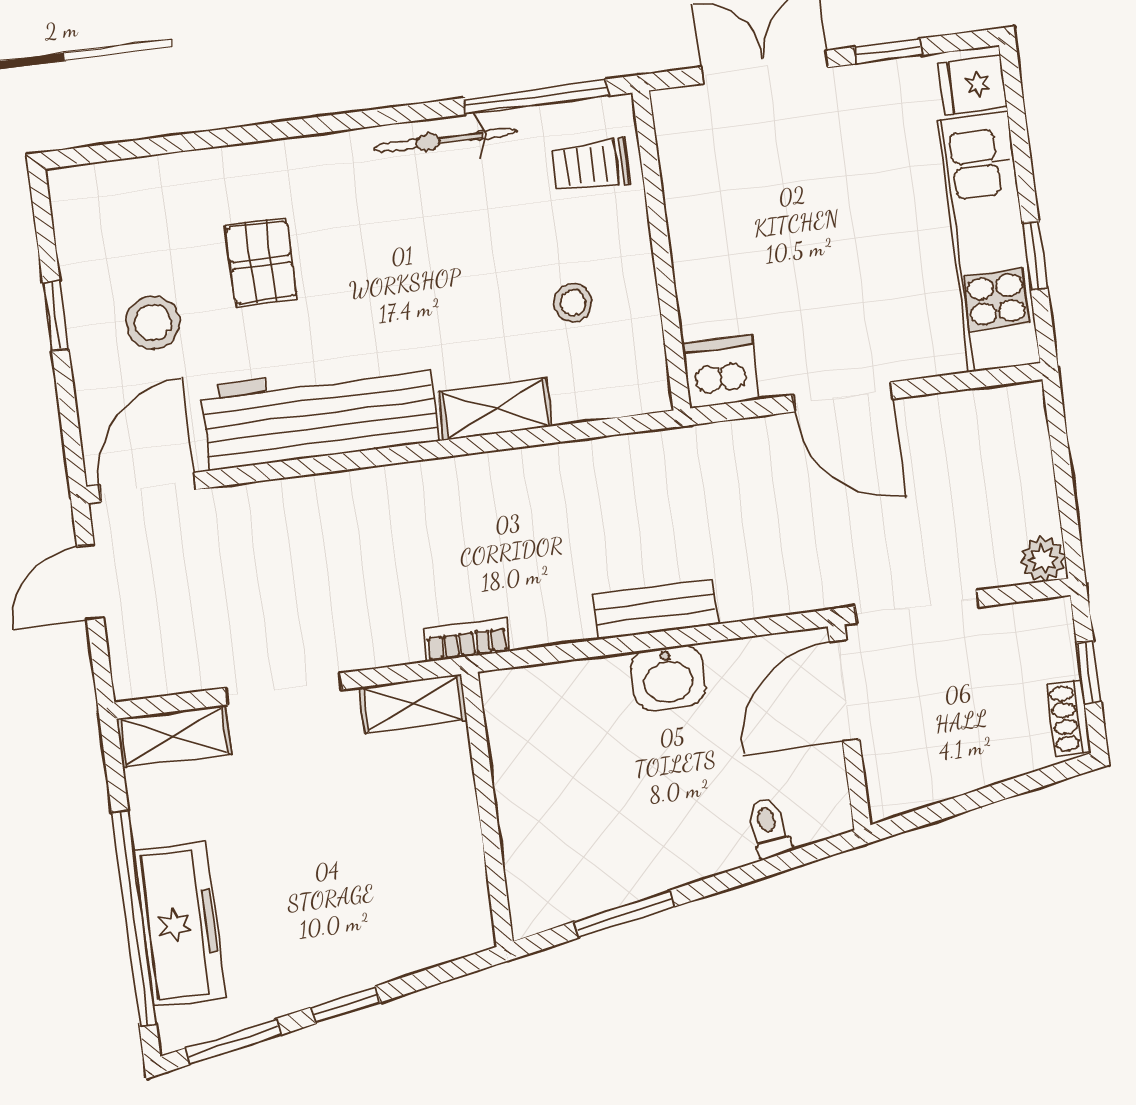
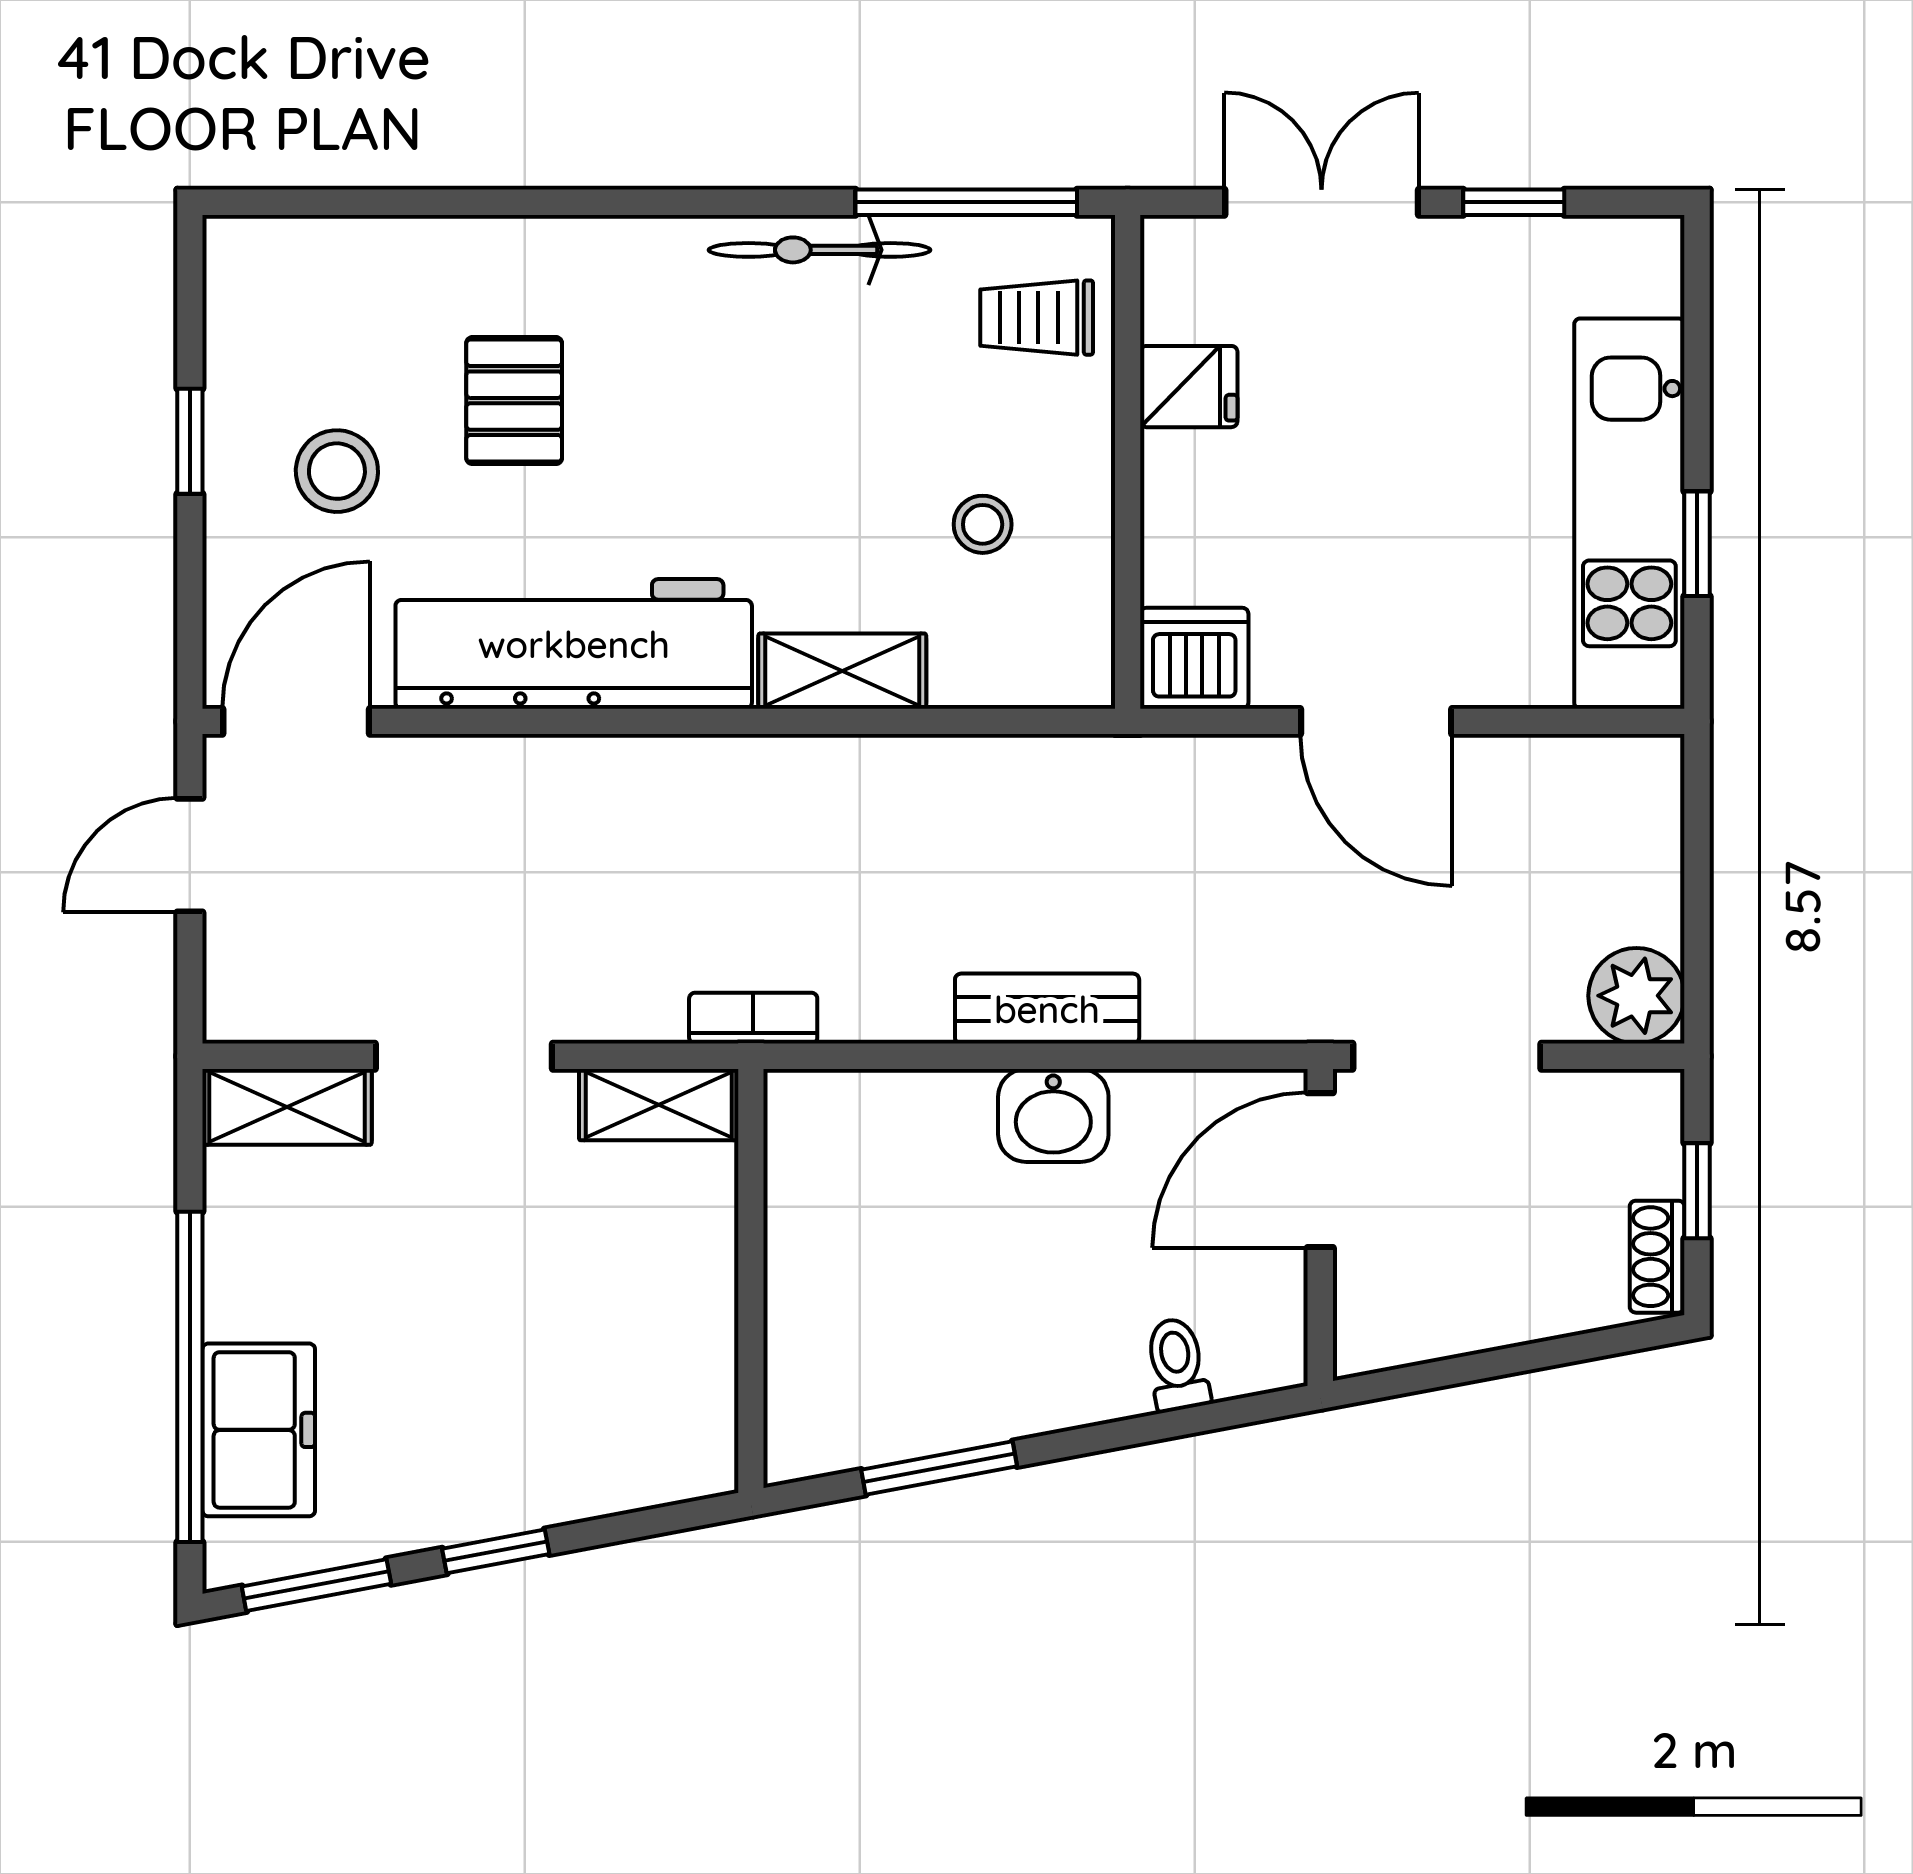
fridge: (973, 85) -> (1189, 387), moved, turned 180
plant: (1043, 559) -> (1636, 996), width x1.38, depth x1.38
freezer: (180, 924) -> (259, 1430), width x0.71

